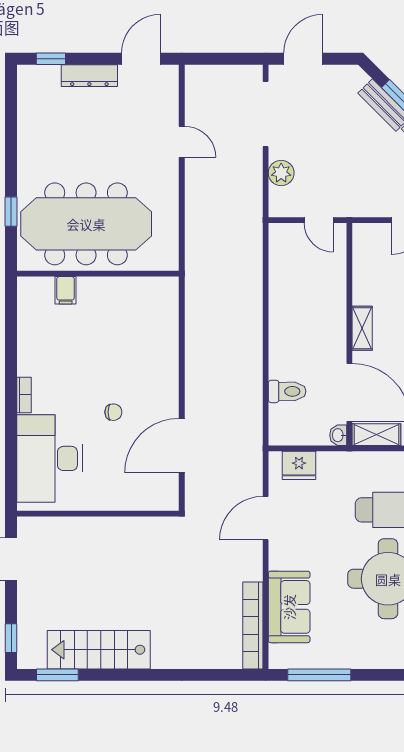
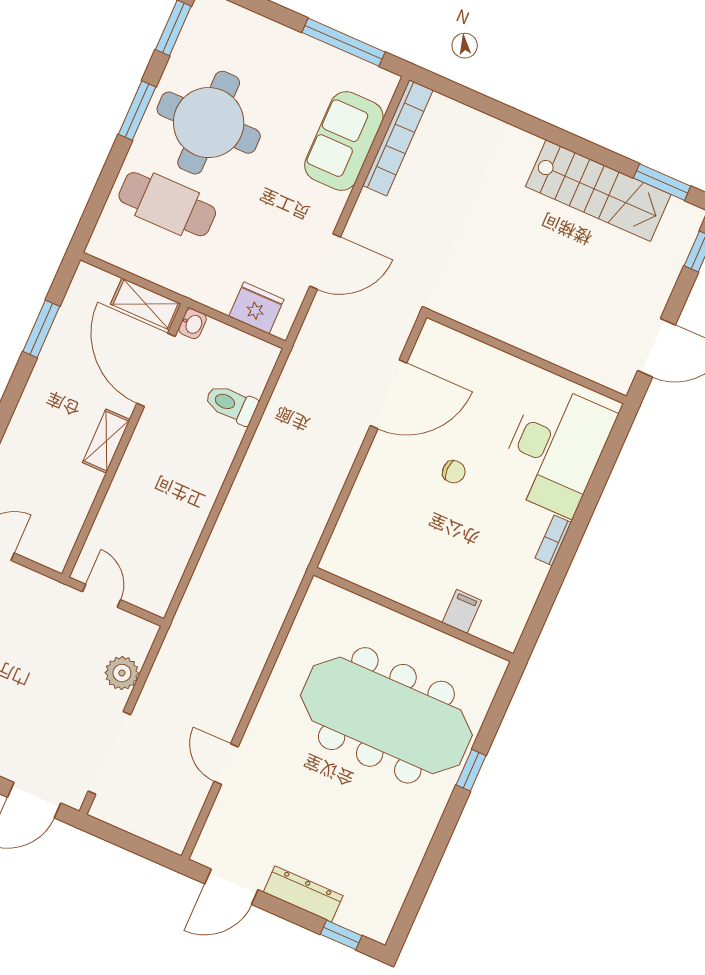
wall: (98, 274) -> (413, 614), moved
filing cabinet: (66, 290) -> (462, 612), moved
chair: (113, 412) -> (454, 472), turned 180

